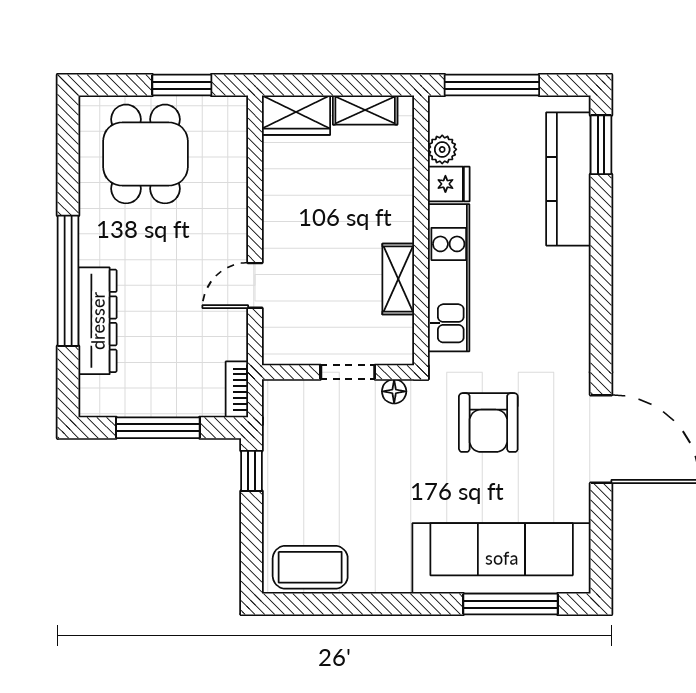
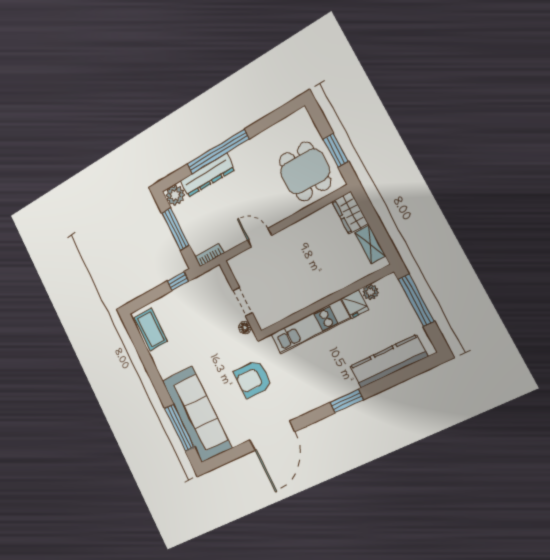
window: (601, 145) -> (347, 401), moved
dining table: (145, 154) -> (305, 171), moved, turned 90
shelving: (398, 279) -> (297, 303), removed
plant: (99, 397) -> (175, 195), added

